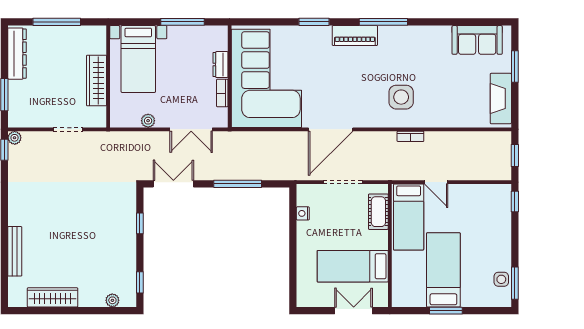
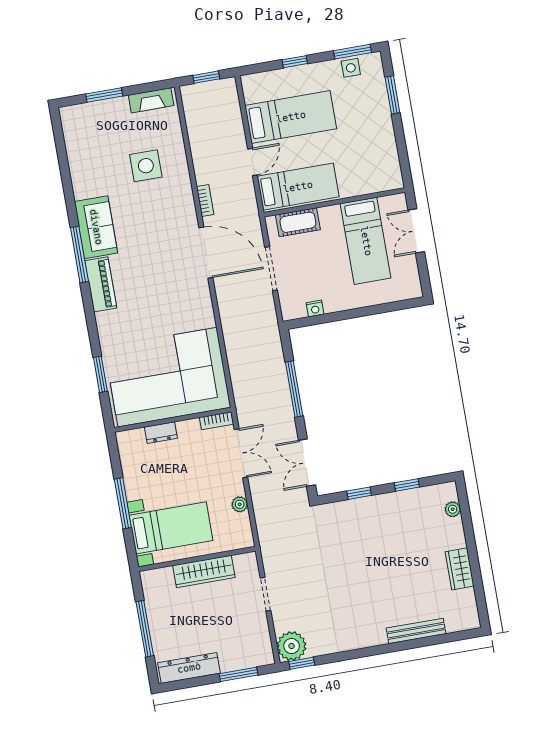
window: (183, 22) -> (123, 503), moved
window: (314, 22) -> (100, 374), moved
sofa: (477, 40) -> (96, 227), moved
bookcase: (222, 93) -> (216, 421), moved
side table: (401, 97) -> (146, 166), moved
fireplace: (501, 99) -> (151, 100), width x0.73, depth x0.76
door: (331, 129) -> (206, 253), moved
plant: (15, 138) -> (292, 646), width x1.88, depth x1.88
window: (515, 202) -> (295, 62), moved
bed: (443, 270) -> (291, 117), moved, turned 180
window: (140, 282) -> (407, 485), moved
wardrobe: (53, 297) -> (460, 569), width x0.67
window: (446, 311) -> (392, 95), moved

